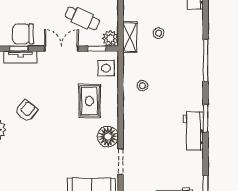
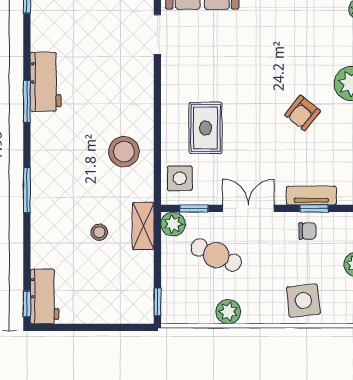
chair: (23, 34) -> (307, 231), width x0.54, depth x0.54
double door: (61, 49) -> (248, 208), swing flipped
window: (206, 61) -> (27, 190), width x0.69
stool: (142, 86) -> (124, 152), width x1.89, depth x1.89
floor lamp: (108, 137) -> (177, 73), removed

